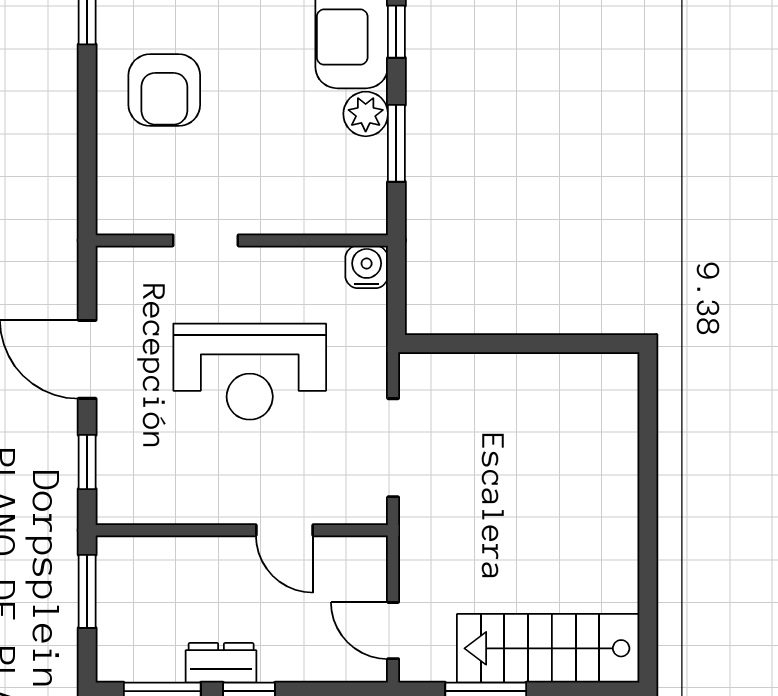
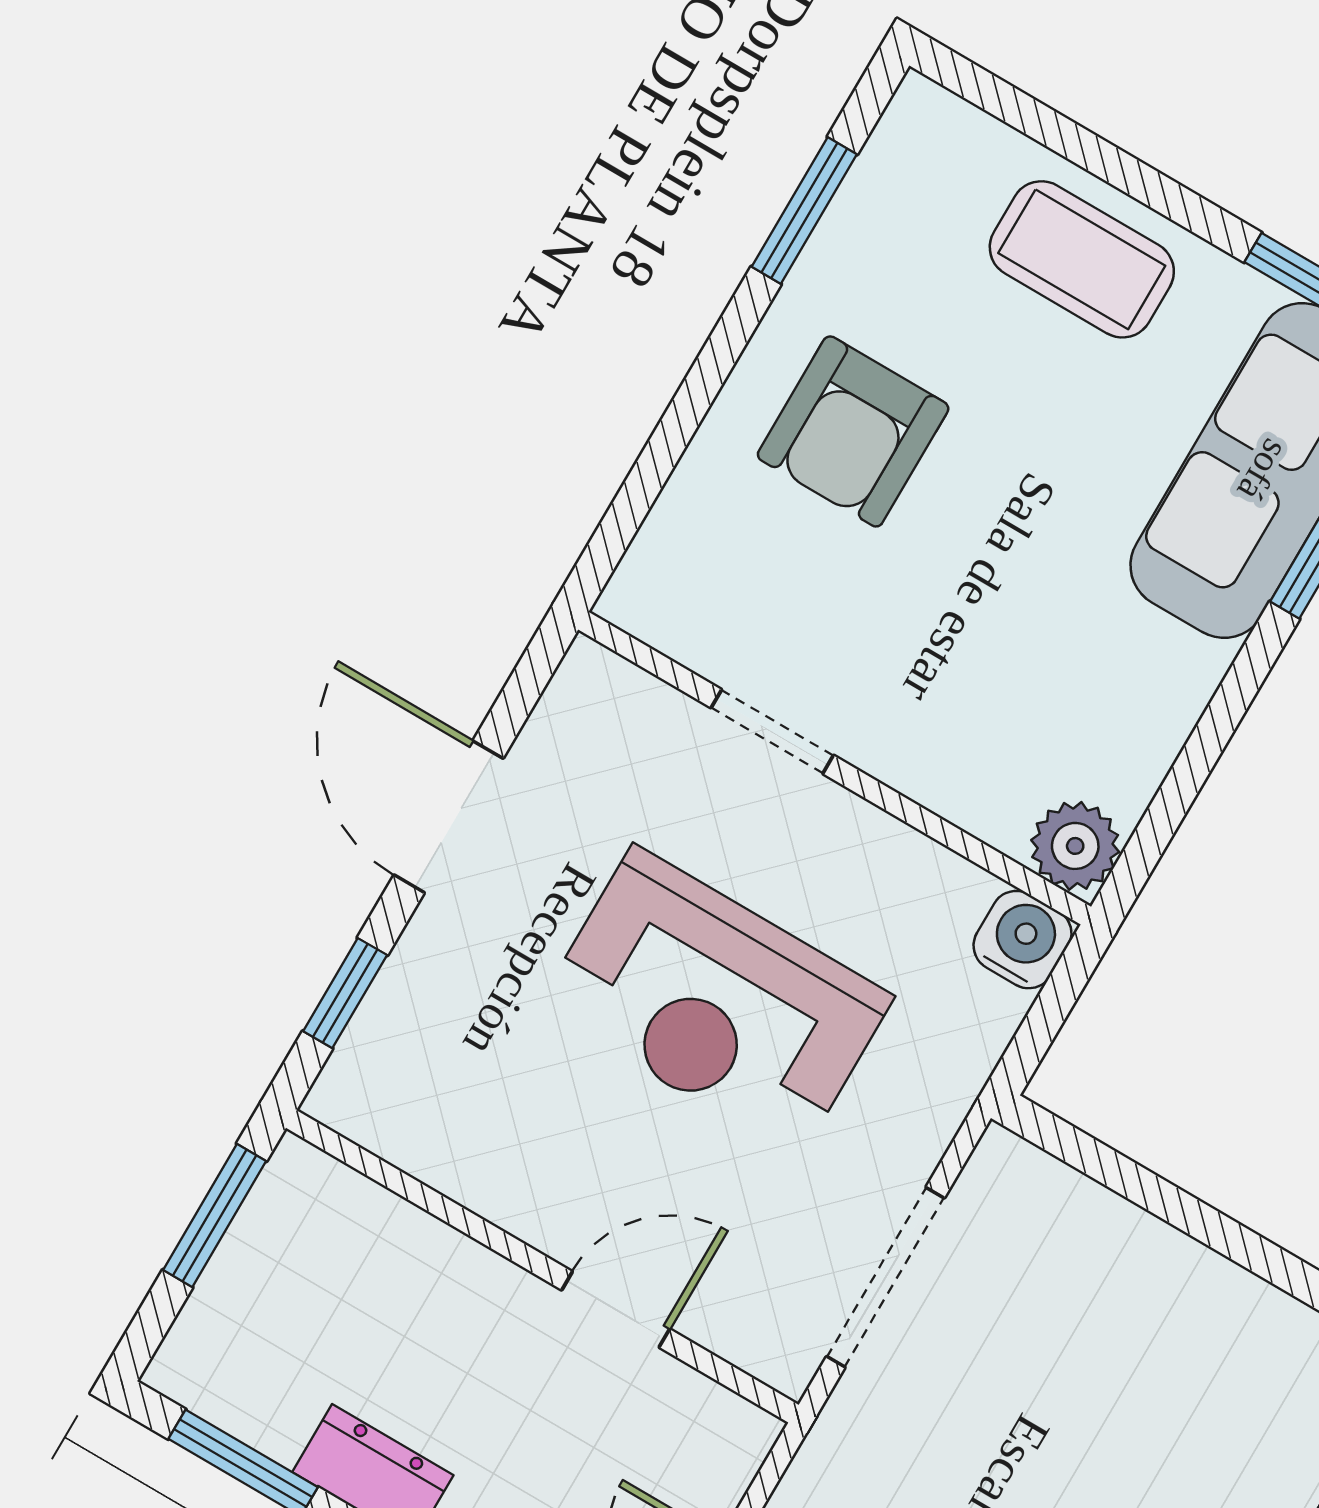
plant: (366, 114) -> (1075, 846), moved
window: (396, 143) -> (1198, 757), removed
door: (284, 530) -> (616, 1309), swing flipped

